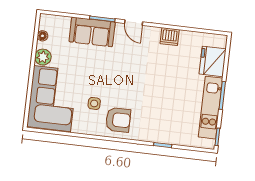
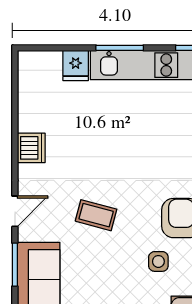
fridge: (213, 61) -> (76, 66), width x0.53, depth x0.75
coffee table: (126, 70) -> (96, 215), added

